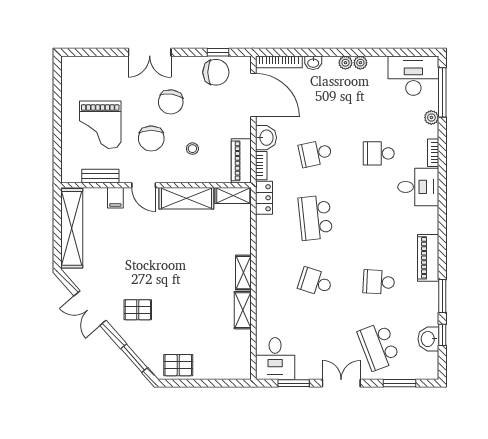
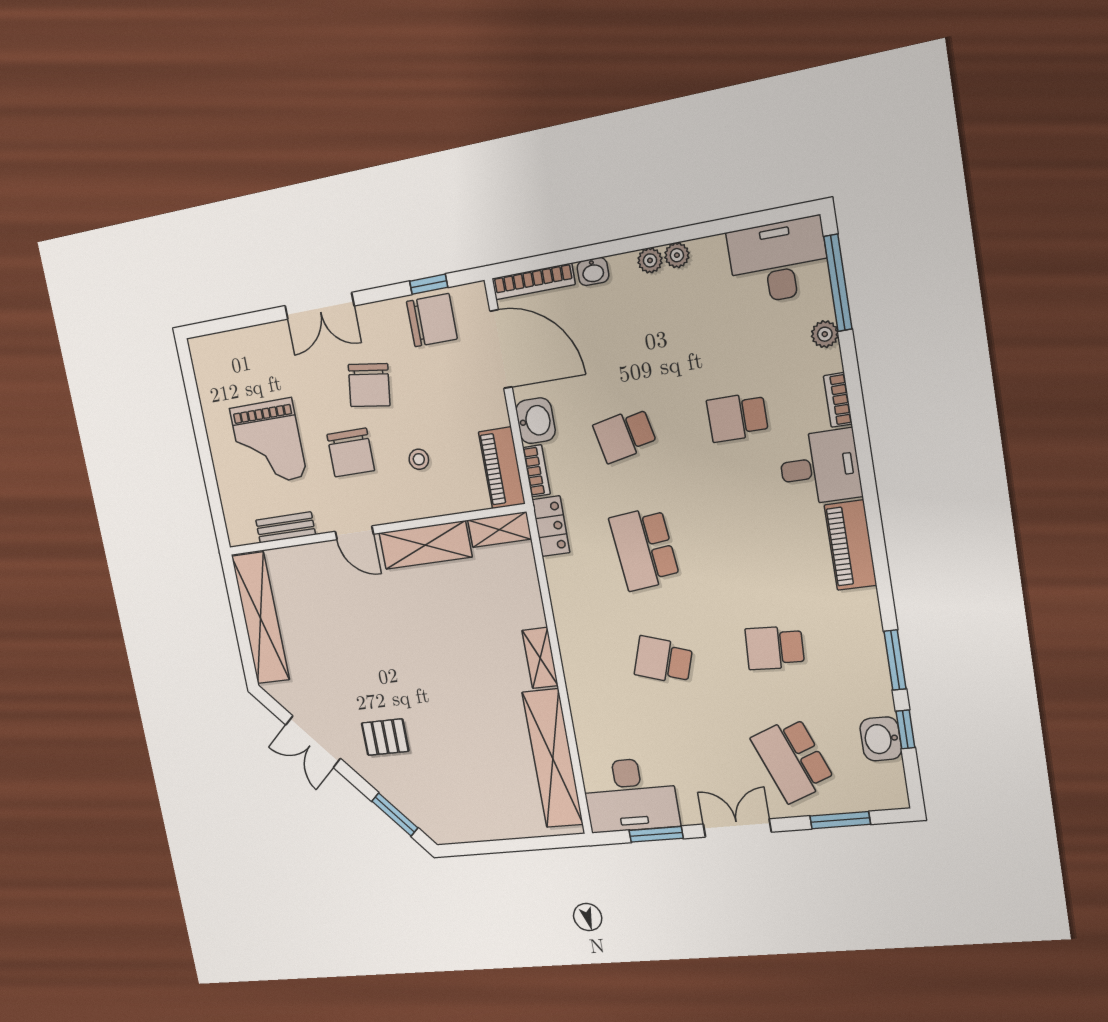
filing cabinet: (115, 198) -> (315, 560), removed
piano: (428, 258) -> (851, 545), moved
shelving: (243, 310) -> (553, 758), width x2.20, depth x1.33
desk: (275, 358) -> (630, 795), width x1.37
pallet: (178, 365) -> (464, 820), removed

